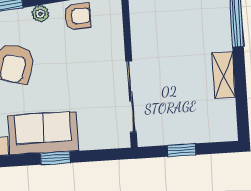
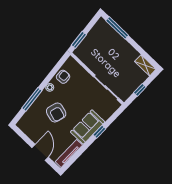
shelving: (224, 75) -> (145, 65), moved

